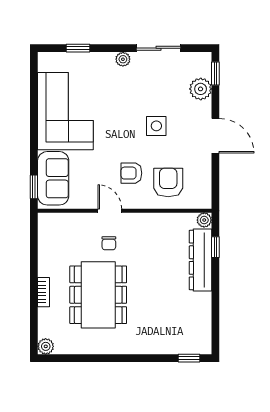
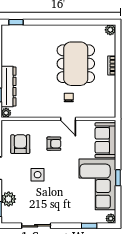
plant: (123, 59) -> (111, 219), moved
armchair: (168, 182) -> (20, 144), moved, turned 180
window: (34, 187) -> (118, 178), moved

